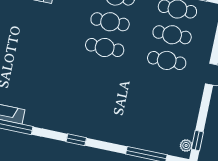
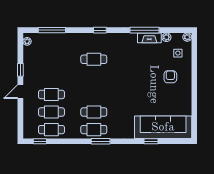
cafe table: (105, 47) -> (94, 59), moved
window: (197, 140) -> (20, 70), moved

